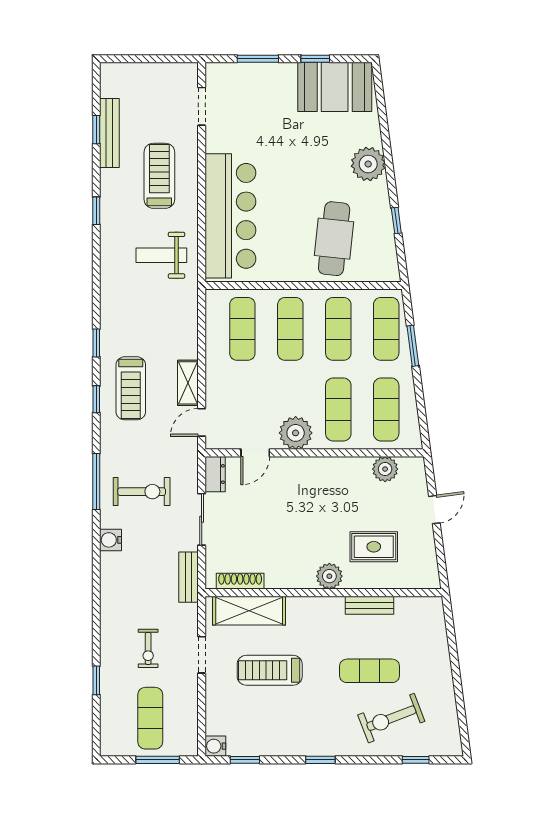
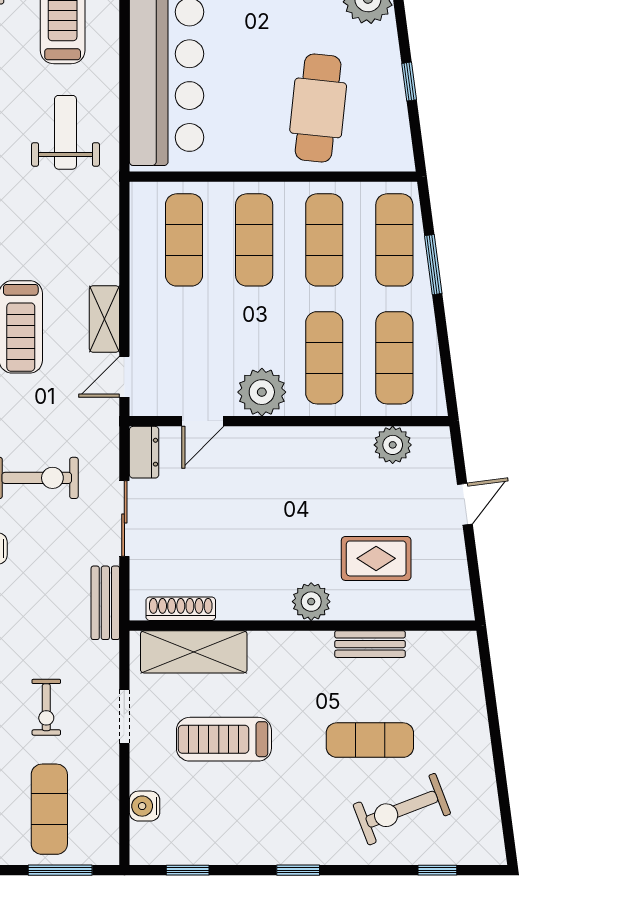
weight bench: (161, 255) -> (65, 132), turned 90
water cooler: (215, 746) -> (145, 806), moved

